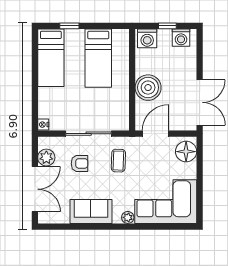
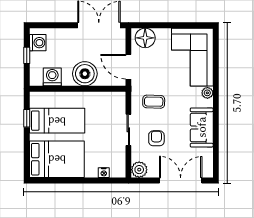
window: (69, 26) -> (27, 118), moved
washing machine: (147, 38) -> (52, 77), moved, turned -90
bed: (51, 58) -> (57, 159), width x1.50
nightstand: (43, 125) -> (104, 173), moved
sliding door: (89, 134) -> (128, 130), width x0.73
plant: (46, 158) -> (139, 170), moved

